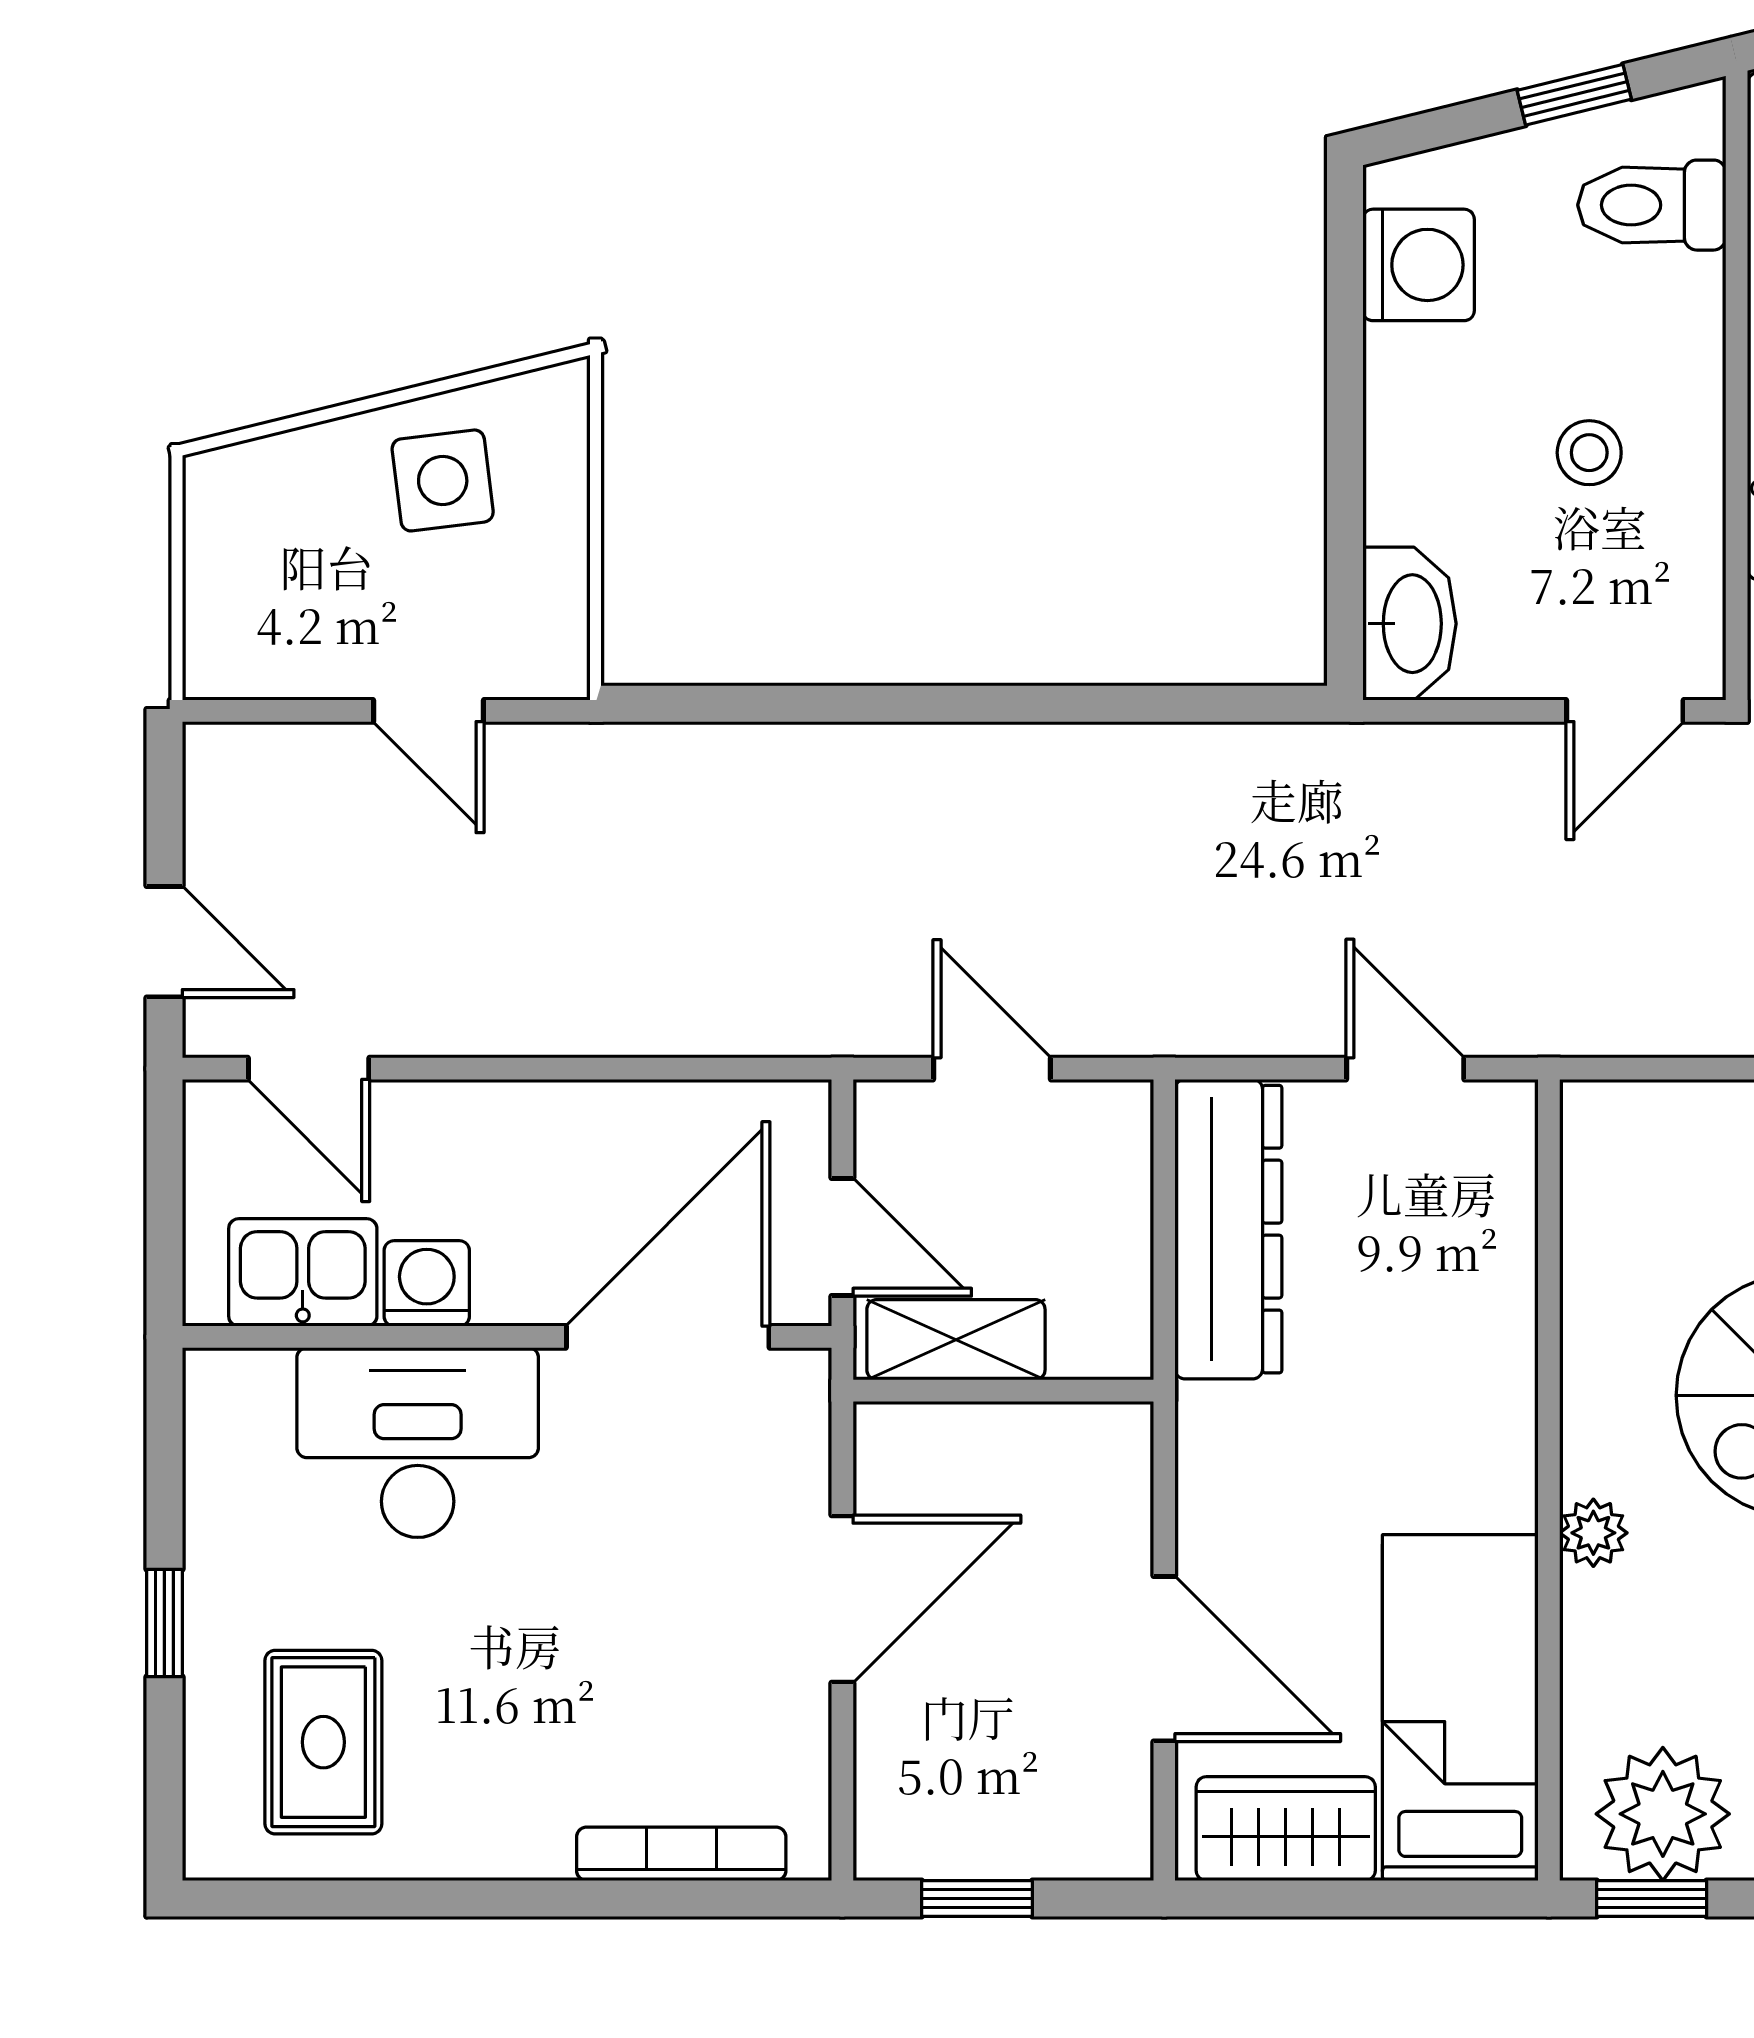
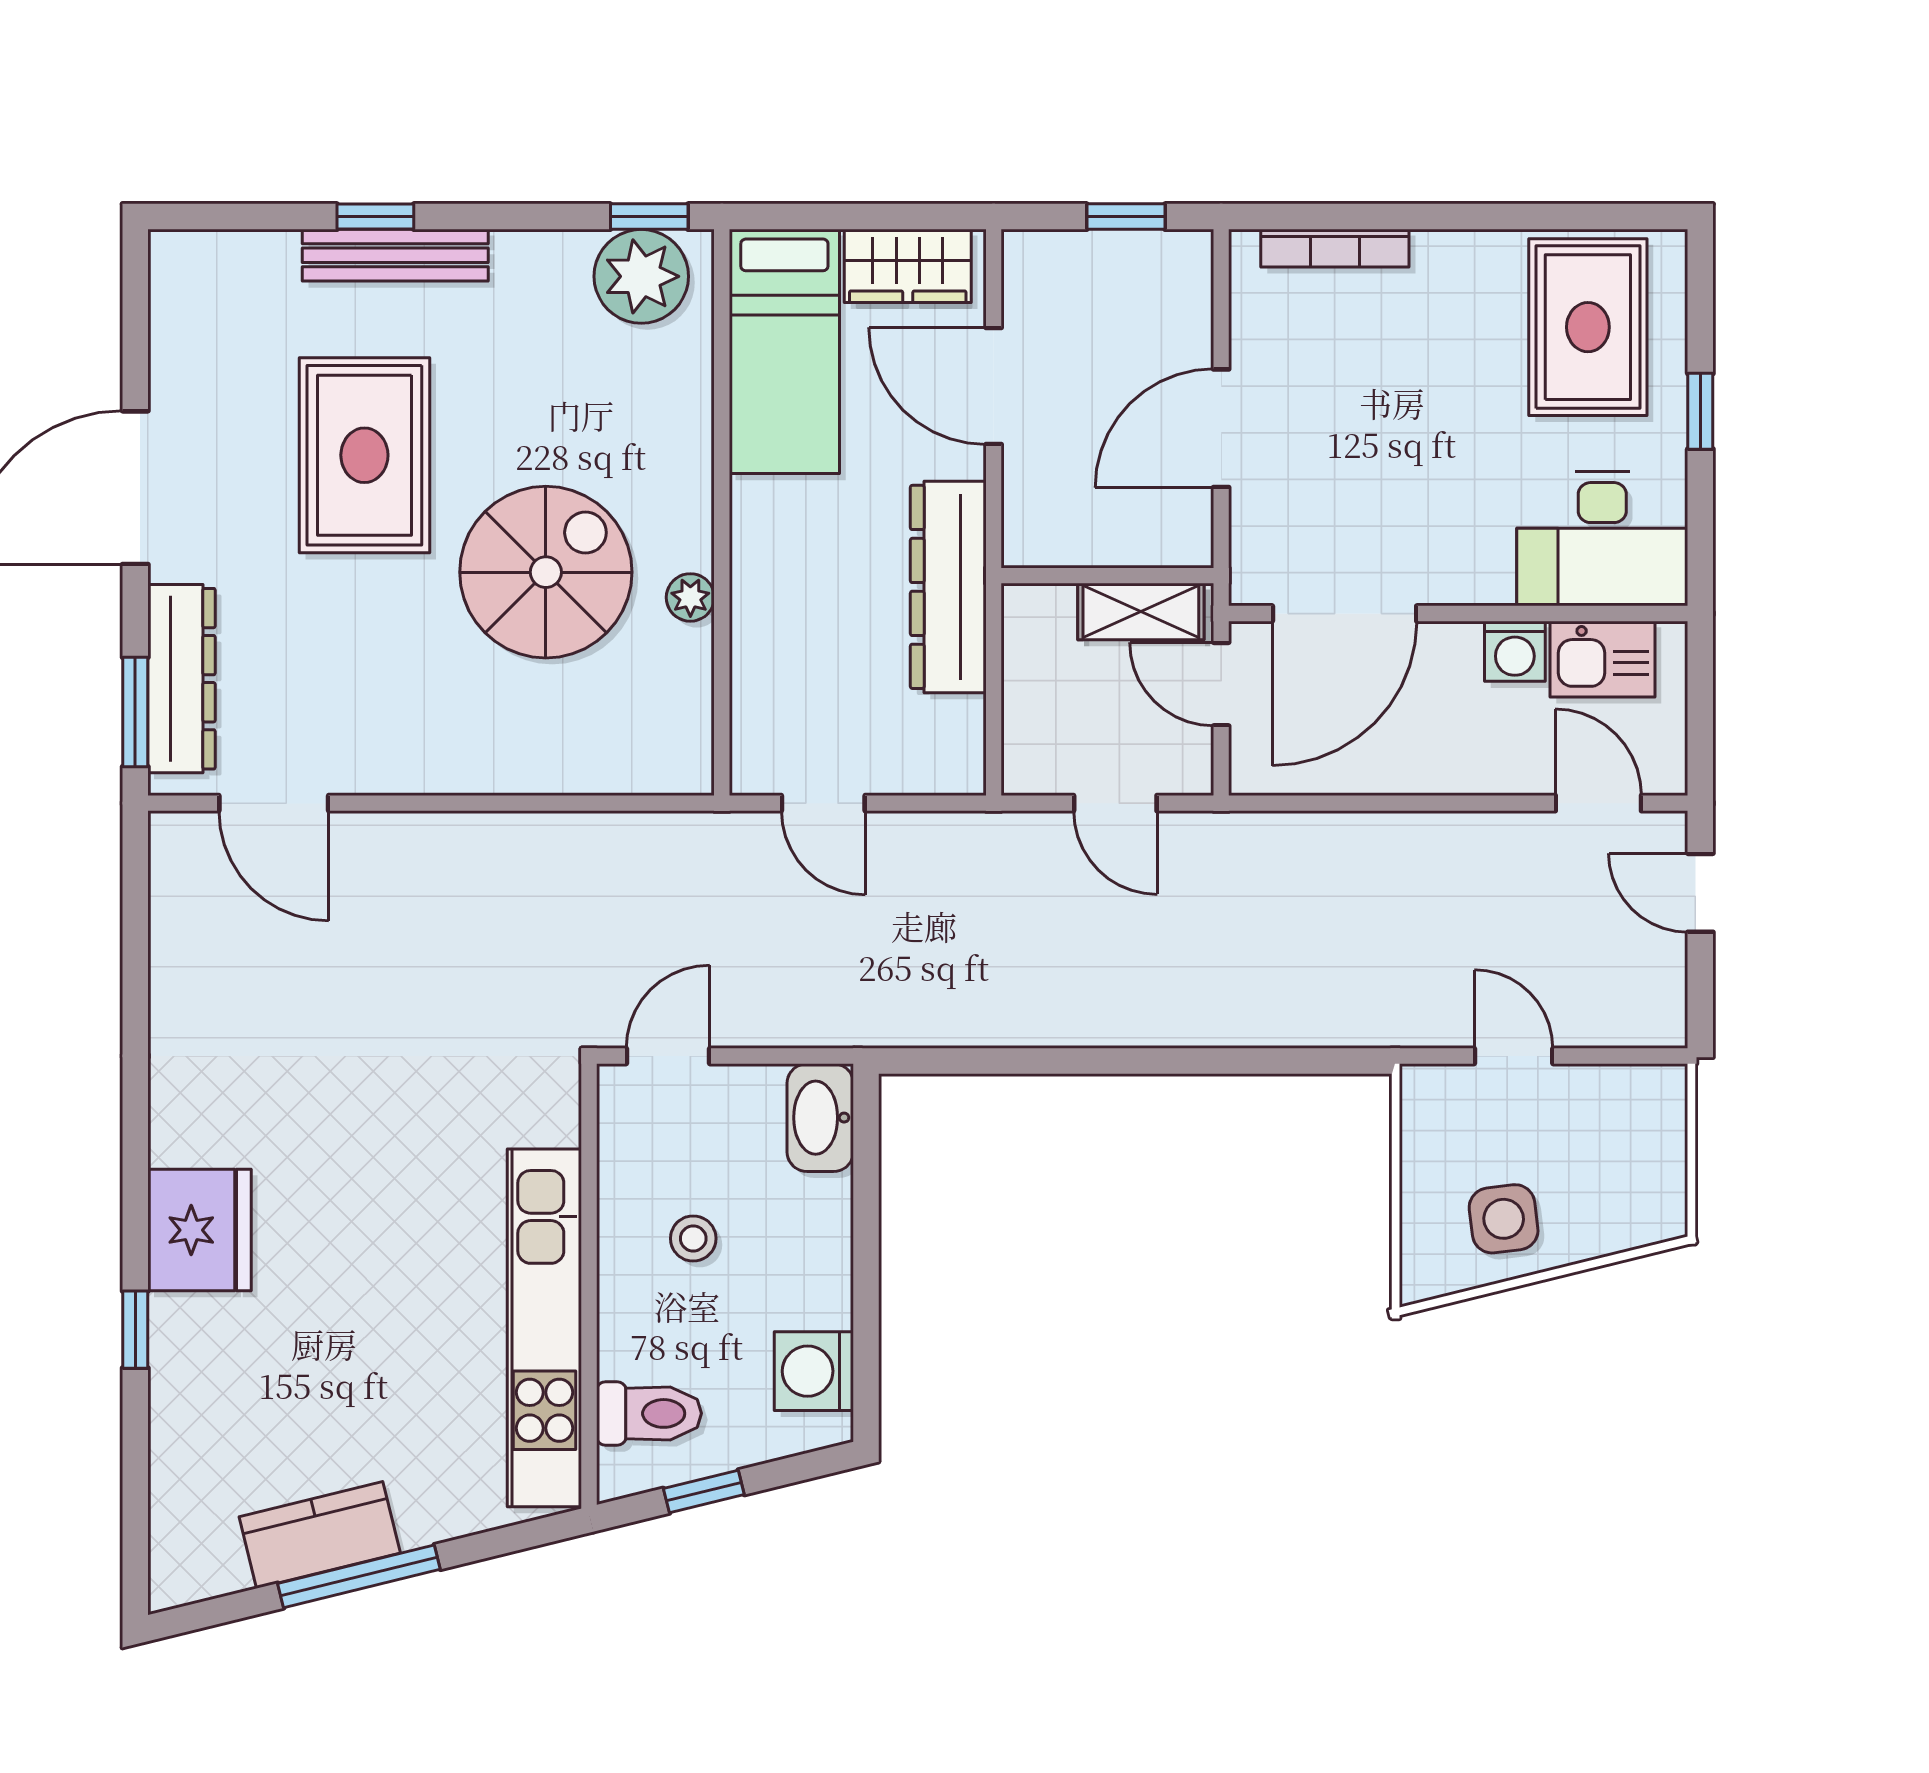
dresser: (1228, 1229) -> (948, 587), moved
desk: (418, 1443) -> (1602, 539), moved
plant: (1593, 1533) -> (690, 597), moved
rug: (323, 1742) -> (1588, 327), width x1.36, depth x1.43

